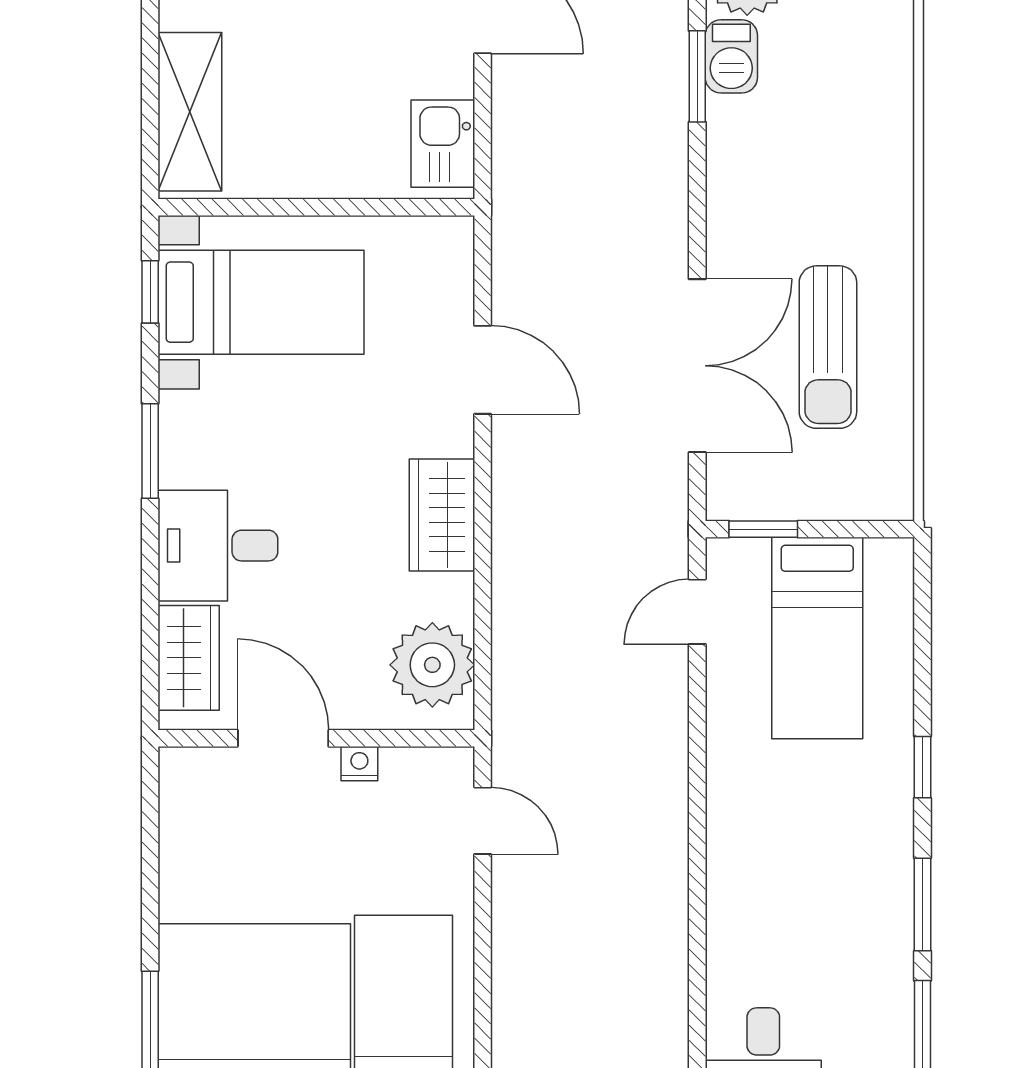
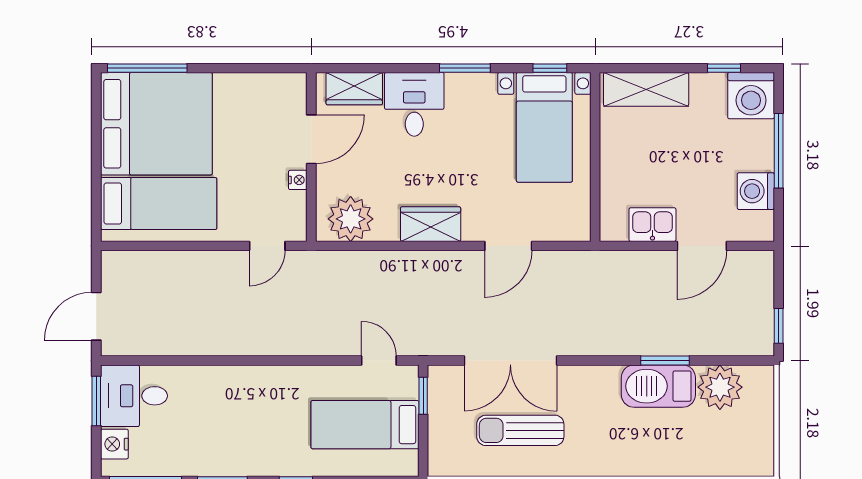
barbecue: (731, 56) -> (658, 386), width x1.88, depth x1.53
kitchen sink: (443, 144) -> (652, 225), moved

